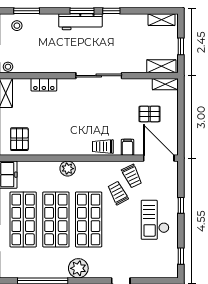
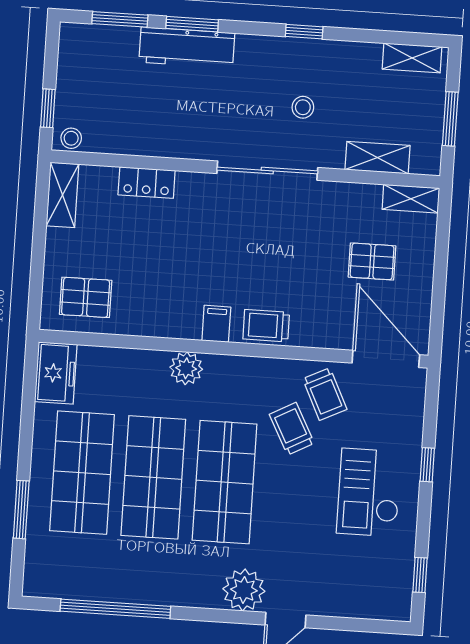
window: (82, 11) -> (192, 24), moved
workbench: (80, 22) -> (187, 48), moved
stool: (17, 26) -> (303, 107), moved
window: (181, 46) -> (450, 119), width x1.50
shelving: (161, 66) -> (378, 158), moved
pallet: (19, 139) -> (86, 297), turned 90
filing cabinet: (127, 147) -> (216, 324), moved
plant: (78, 268) -> (244, 590), moved

